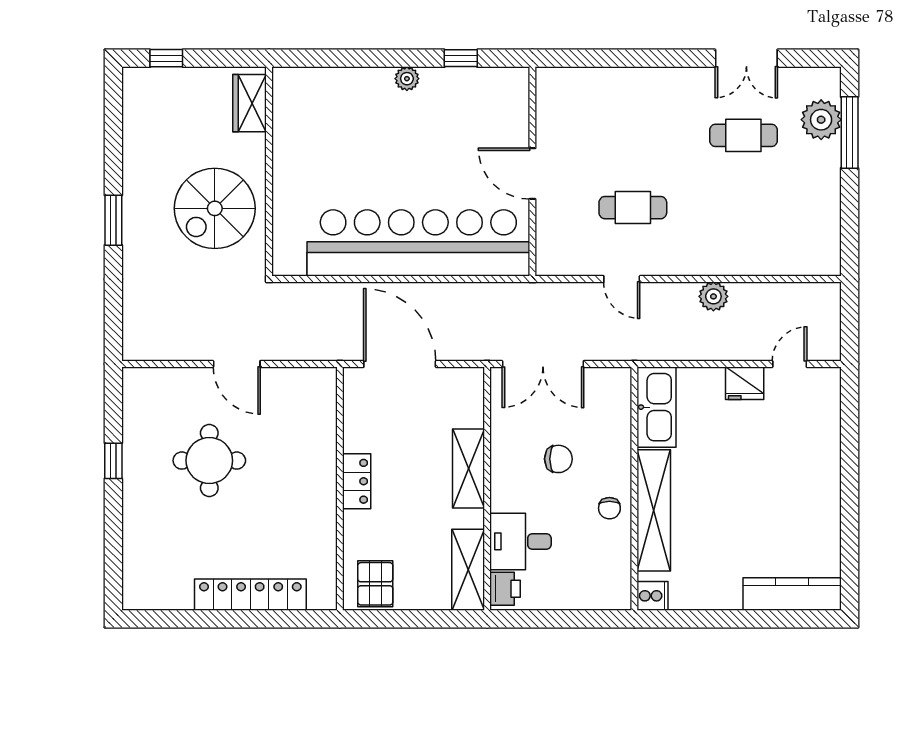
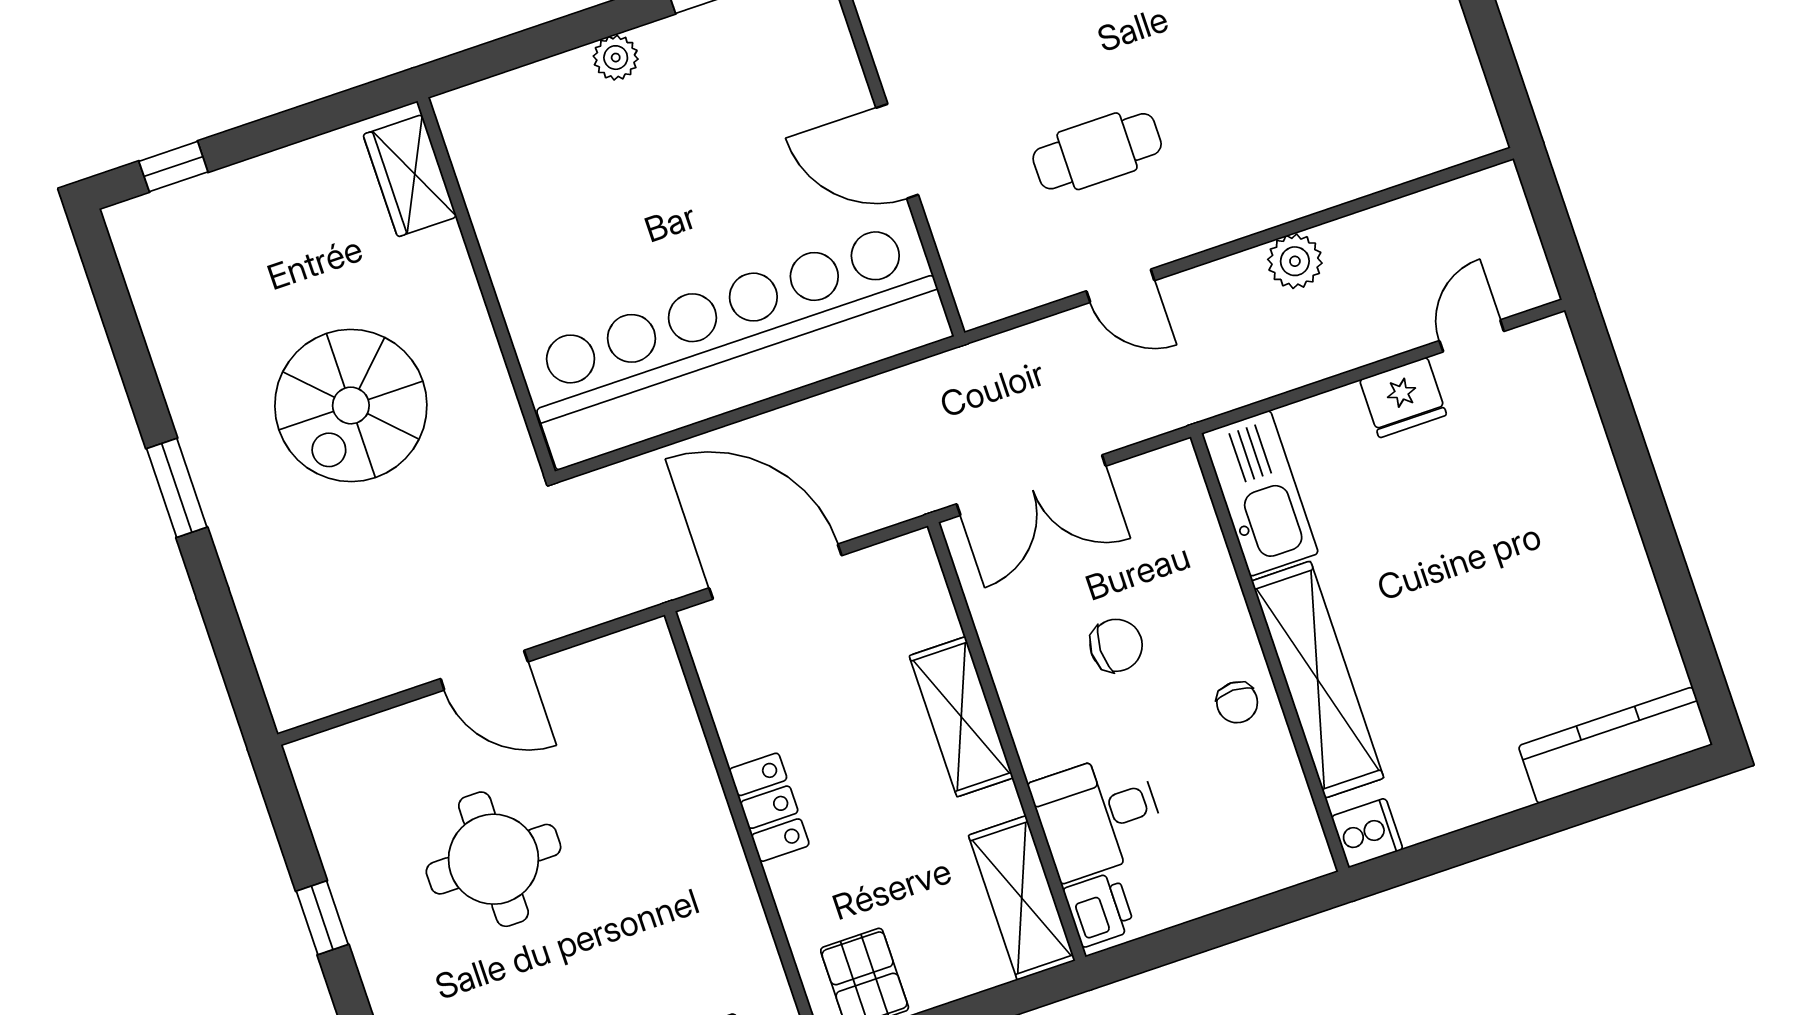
wardrobe: (250, 103) -> (410, 176), moved
wall: (269, 171) -> (486, 286), moved

